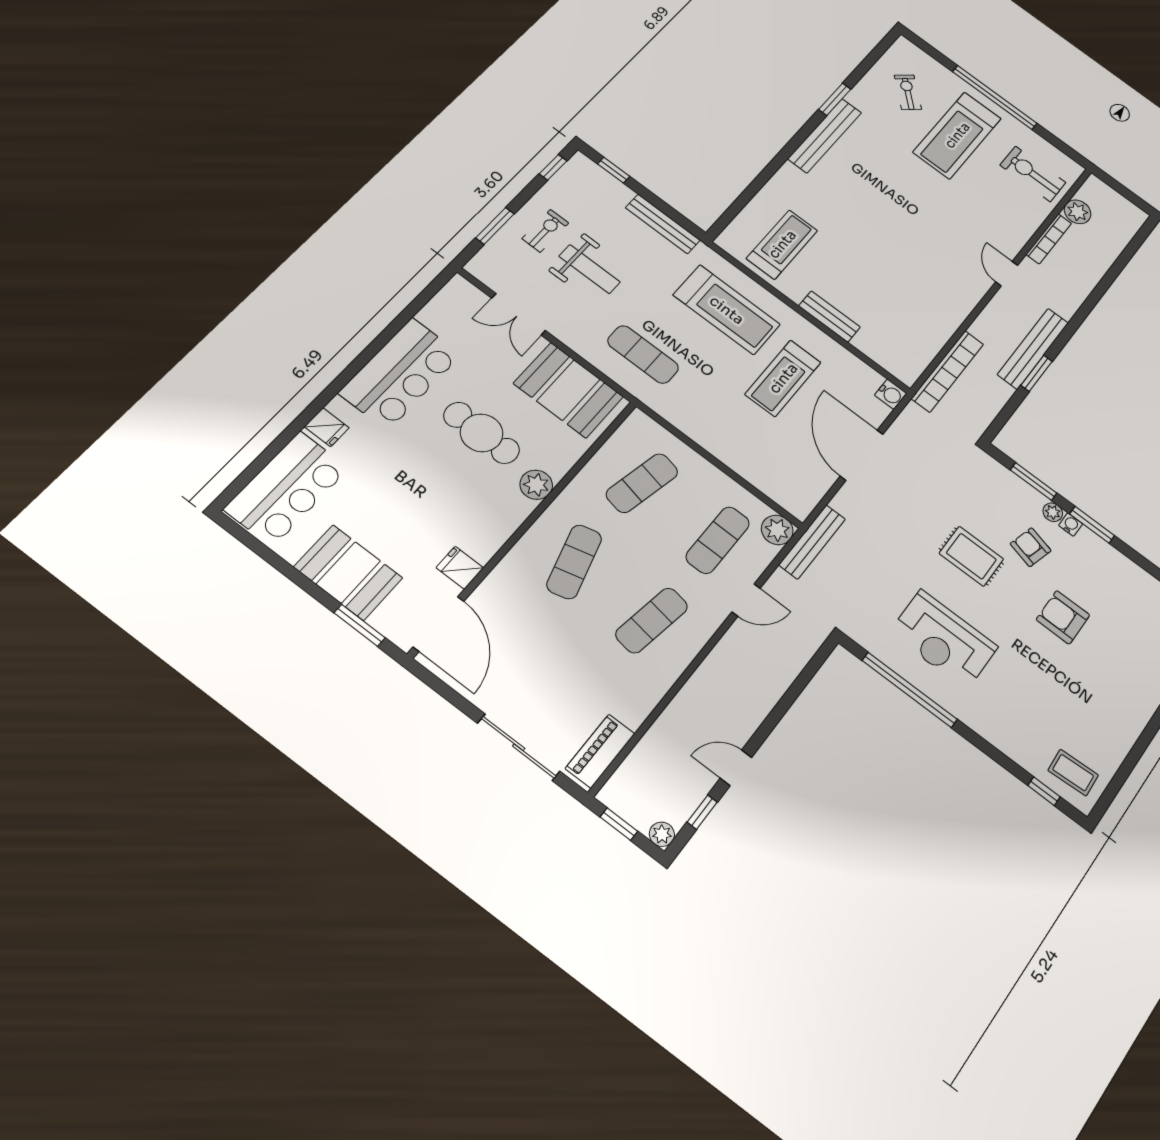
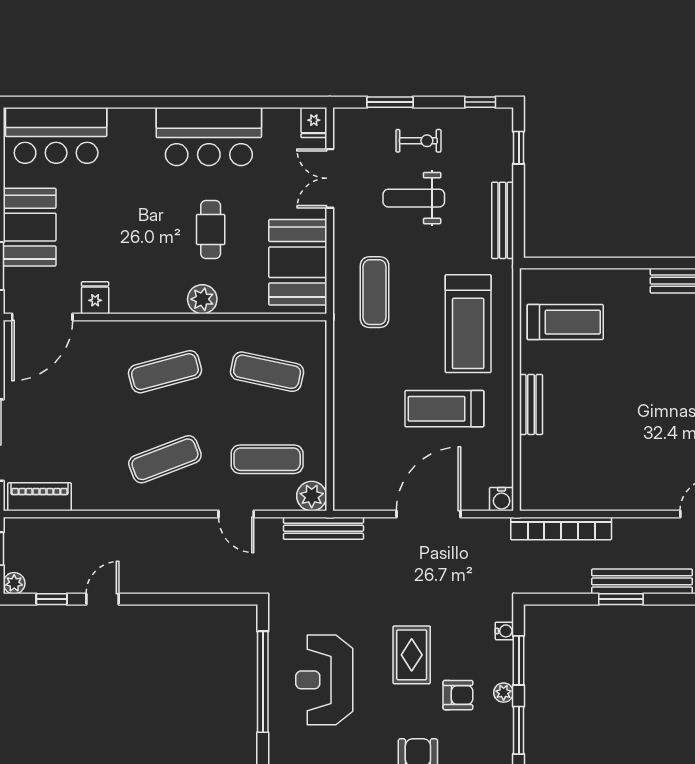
weight bench: (590, 269) -> (414, 198), turned 90
fridge: (327, 427) -> (314, 123), moved
cafe table: (482, 433) -> (211, 230), width x0.73, depth x0.74
water cooler: (1071, 525) -> (504, 631), moved
armchair: (1031, 547) -> (458, 695), turned 75
exercise mat: (652, 620) -> (165, 459), turned -30
door: (736, 768) -> (102, 599), hinge flipped

